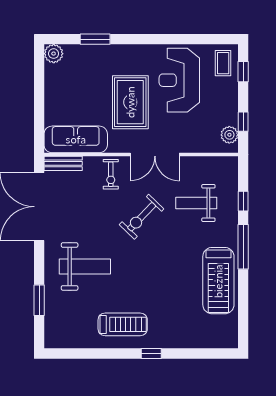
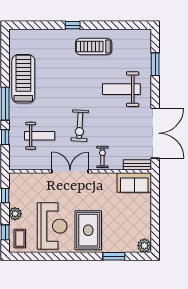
rug: (130, 102) -> (88, 230), moved
plant: (229, 135) -> (15, 214), moved
sofa: (76, 139) -> (134, 183), width x0.73
exercise bike: (142, 217) -> (80, 126), turned 139

